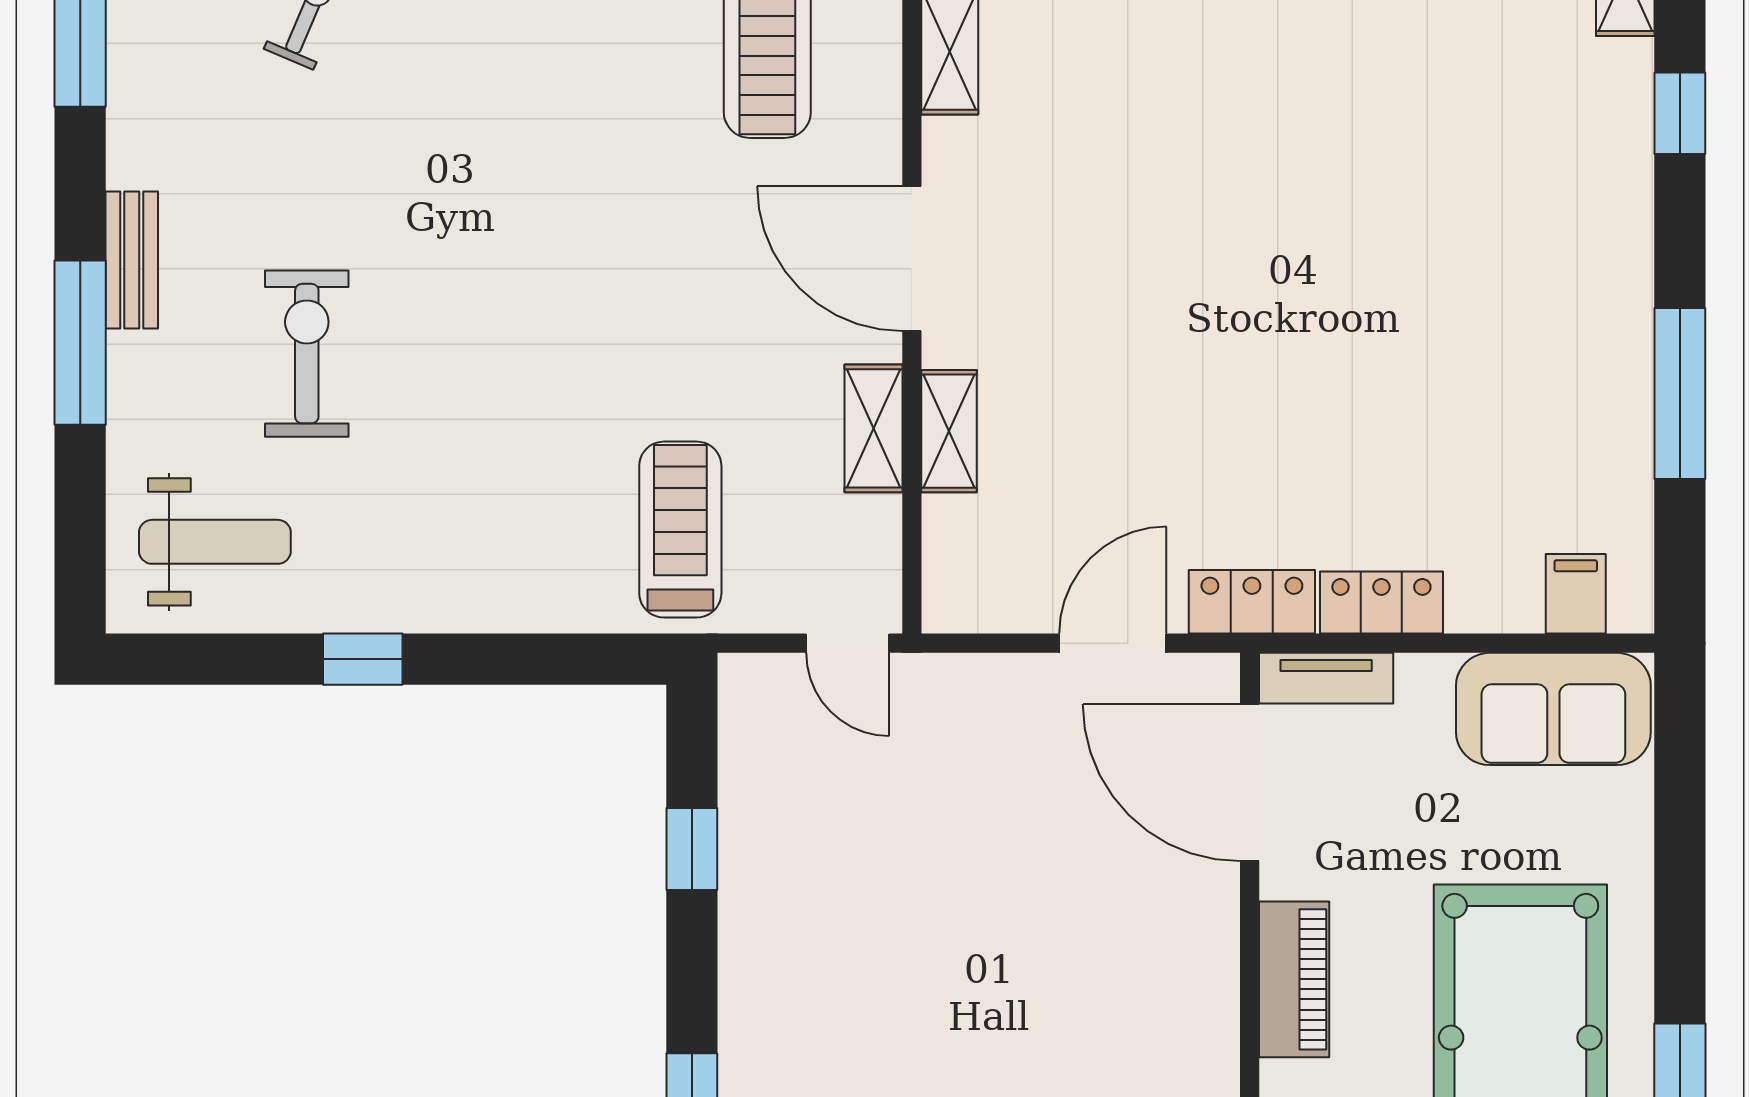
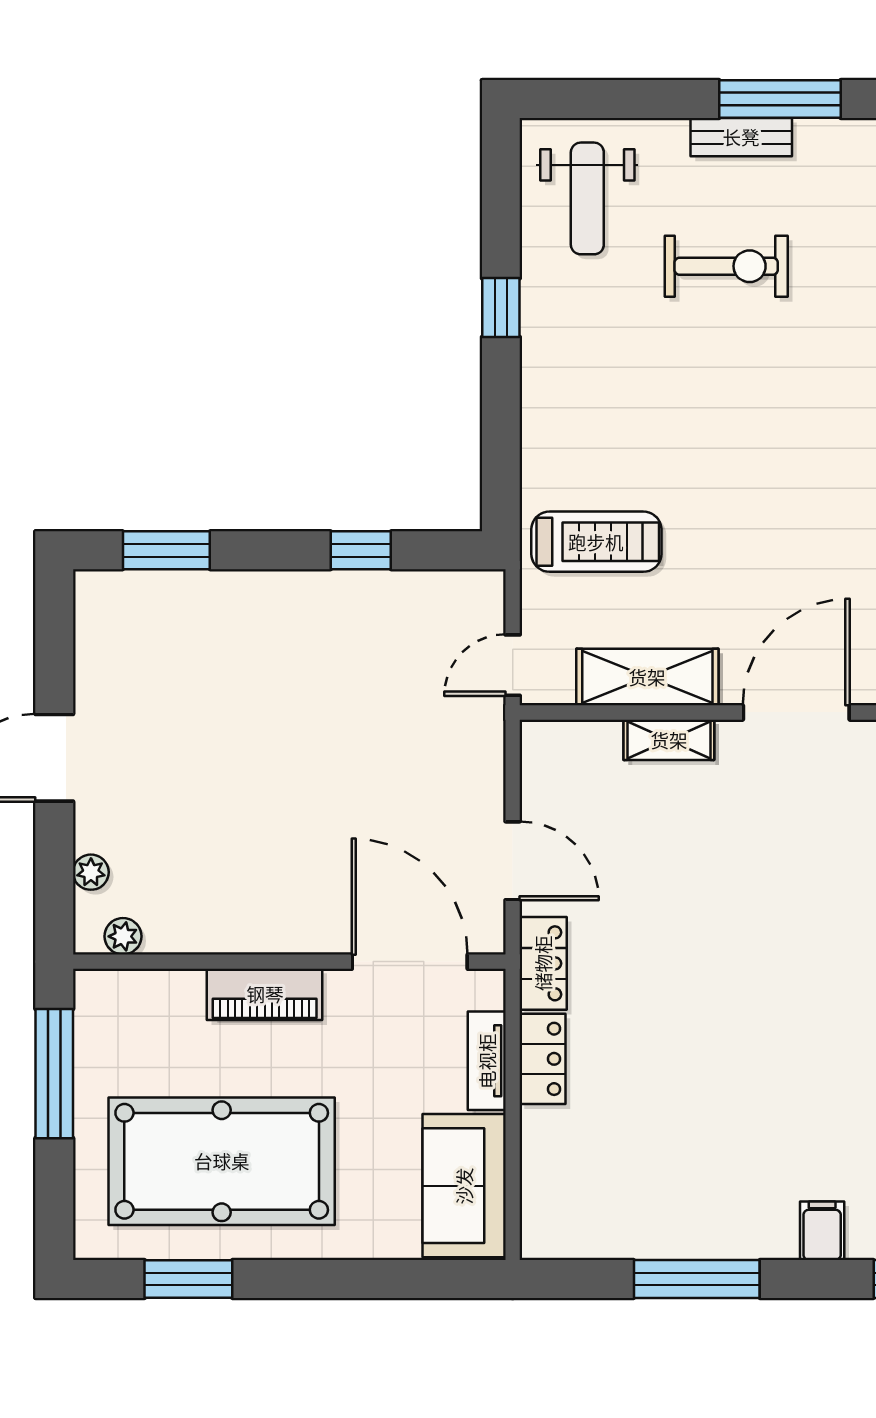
bench: (132, 260) -> (741, 137), moved
window: (80, 343) -> (780, 99), moved
shelving: (873, 428) -> (647, 677), width x1.50, depth x1.33
filing cabinet: (1576, 594) -> (822, 1231), moved, turned -90
tv unit: (1326, 678) -> (487, 1061), moved
door: (1250, 783) -> (410, 962), hinge flipped

